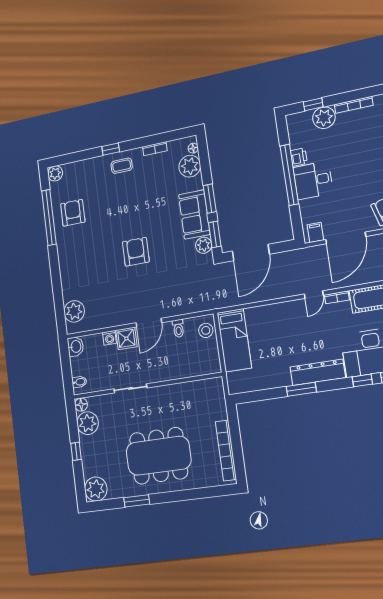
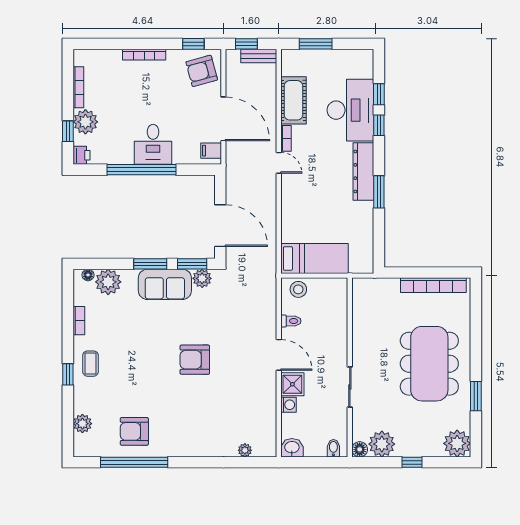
printer: (299, 157) -> (81, 155), moved, turned 90
plant: (55, 173) -> (82, 424), moved
plant: (74, 311) -> (245, 450), width x0.53, depth x0.53

